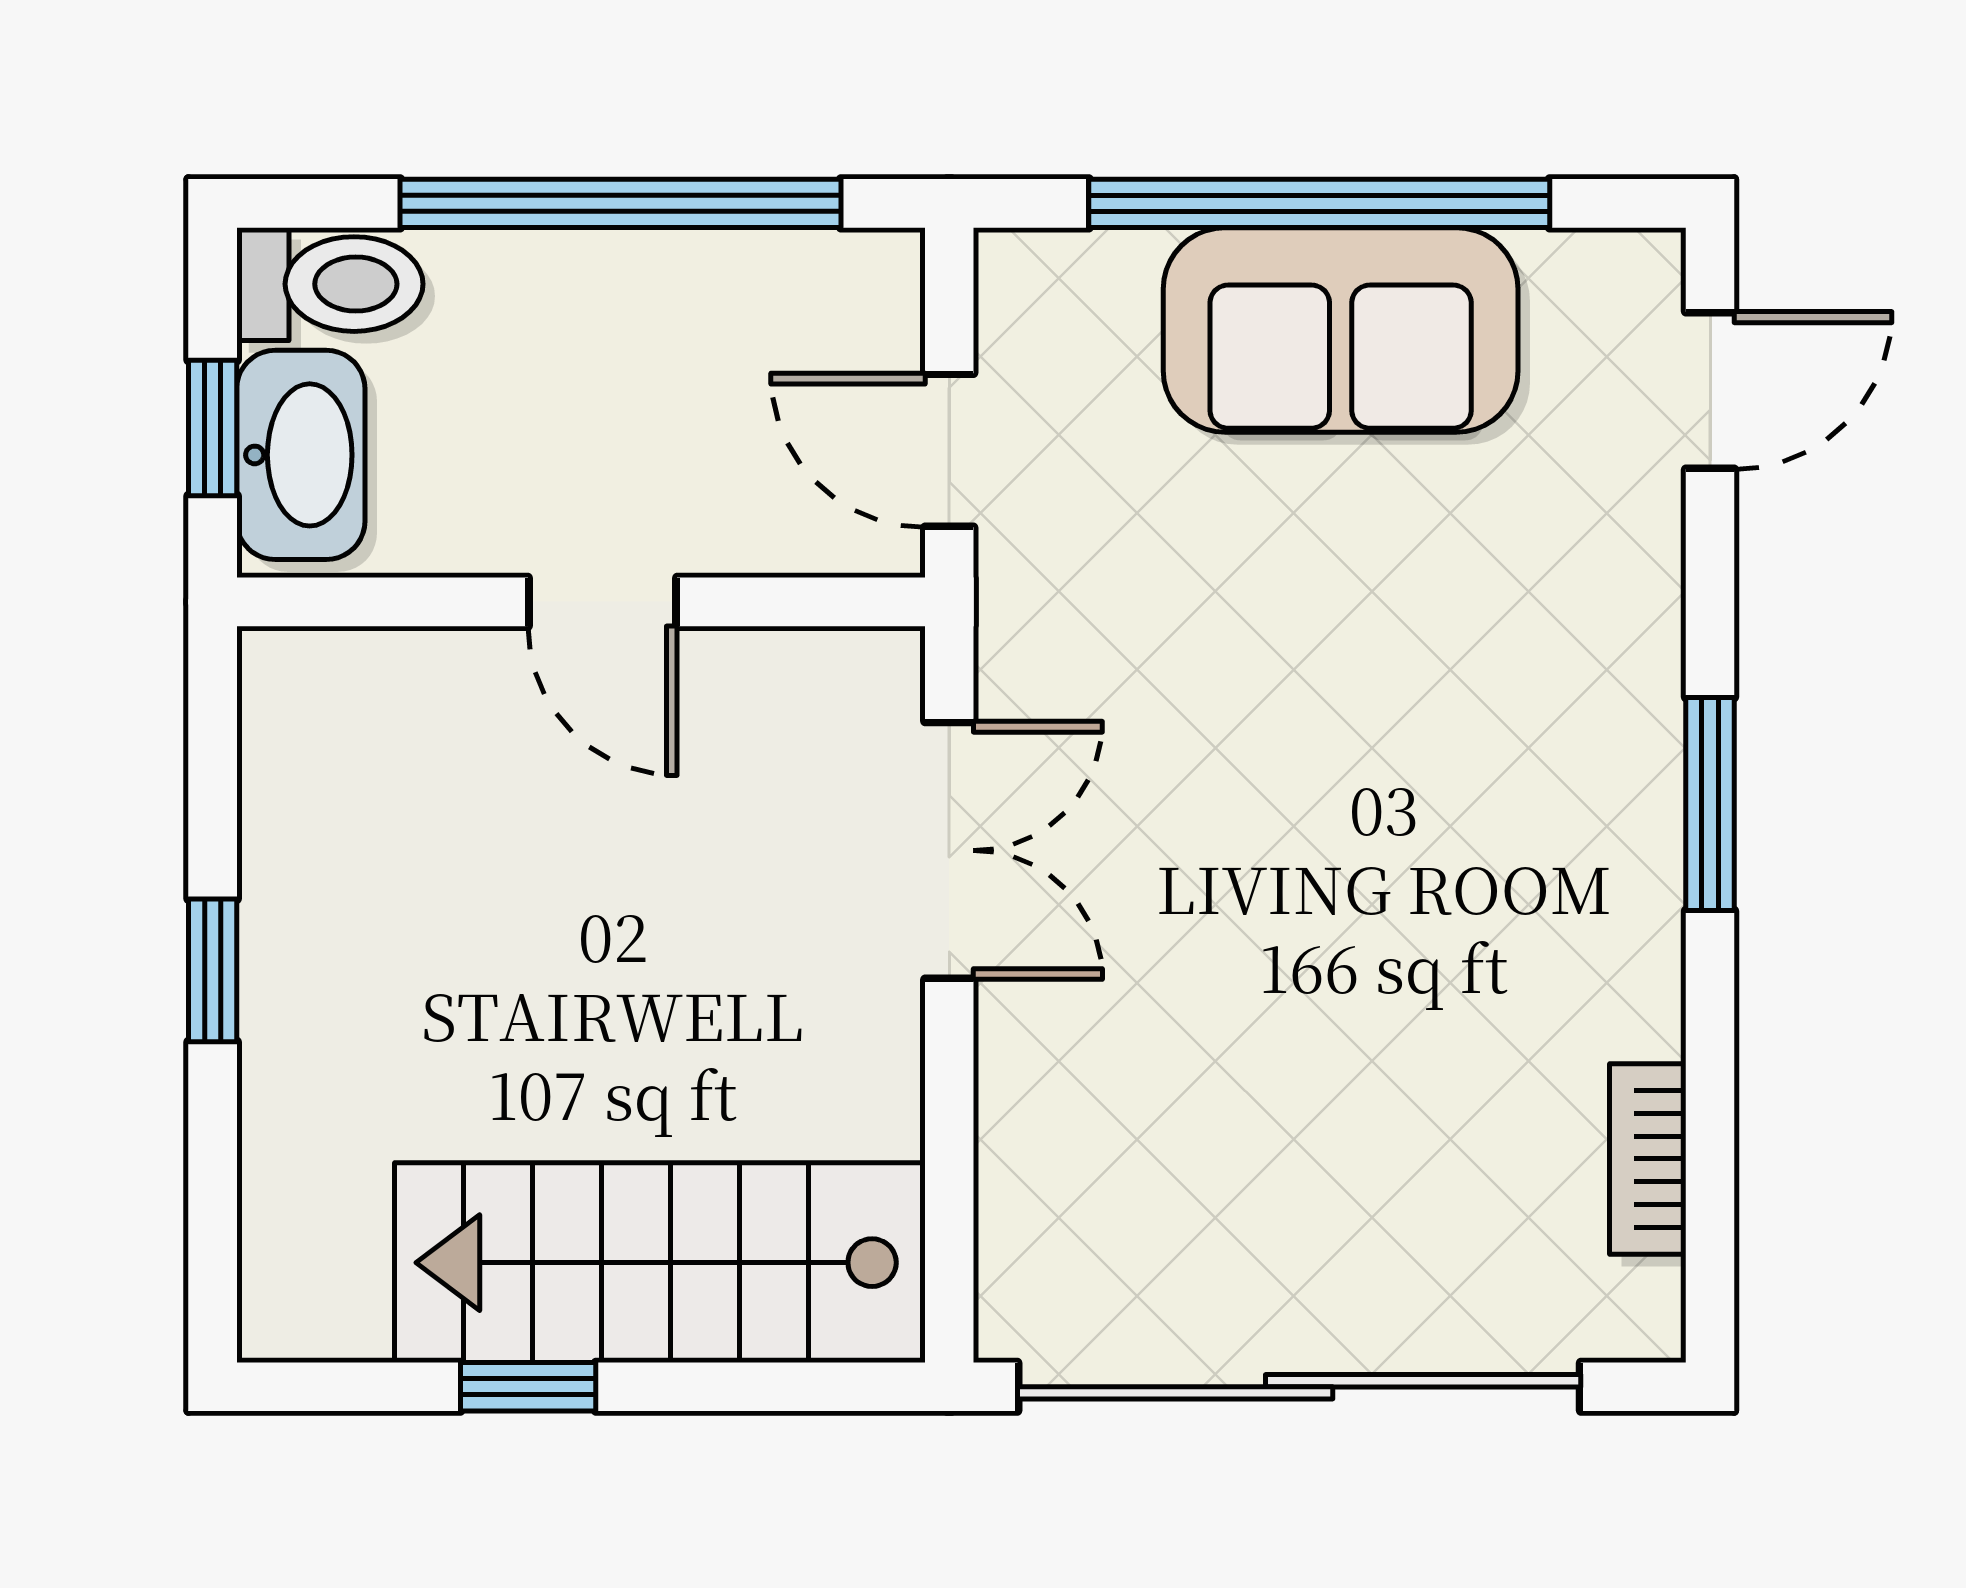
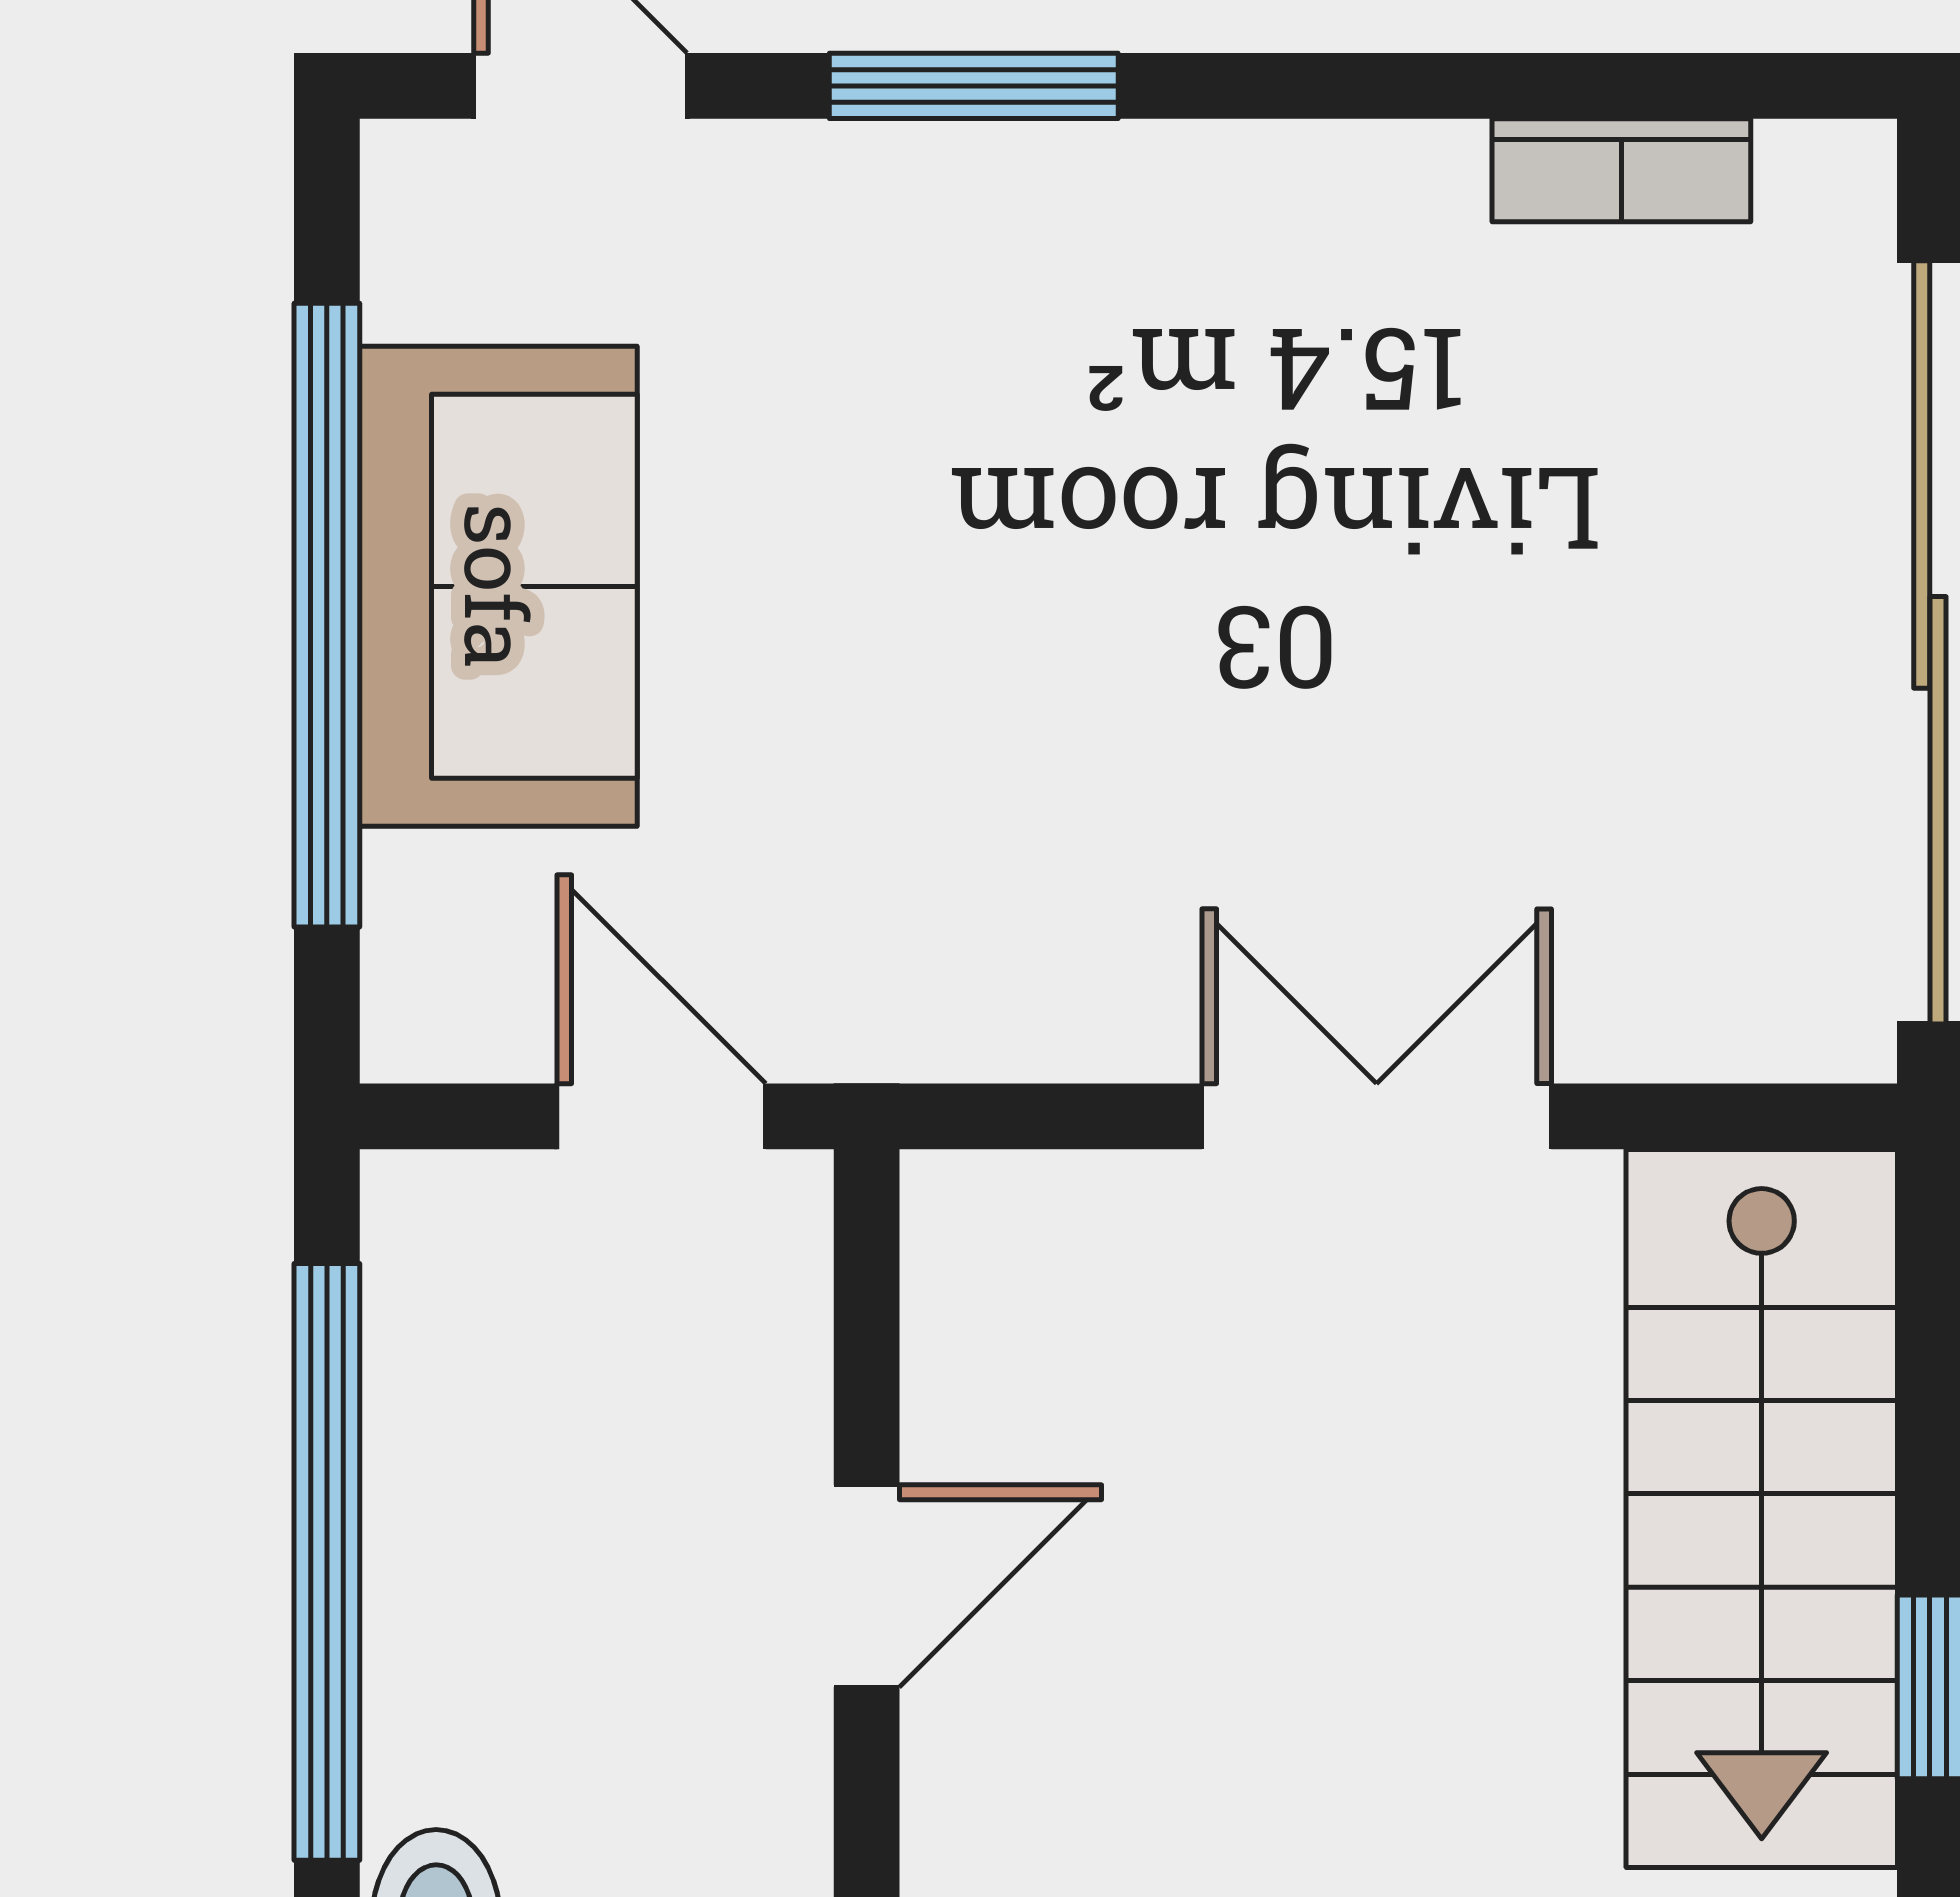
door: (949, 450) -> (661, 1116), swing flipped
window: (1710, 804) -> (974, 86), moved
double door: (949, 850) -> (1377, 1116), moved

